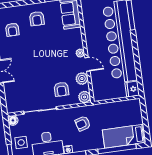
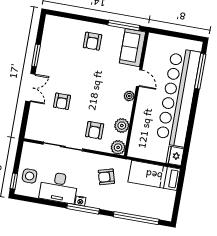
armchair: (12, 30) -> (62, 101), moved
door: (87, 64) -> (139, 78), moved
floor lamp: (13, 120) -> (28, 148), removed
bed: (124, 136) -> (154, 175), moved

